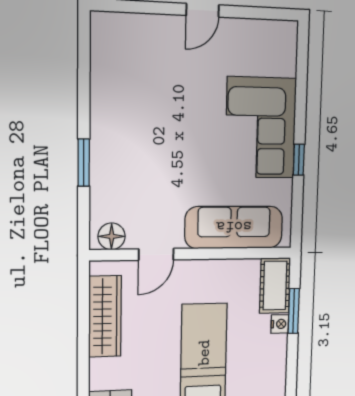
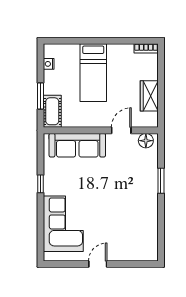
corner sofa: (261, 128) -> (63, 224), moved
wardrobe: (105, 316) -> (149, 96), width x0.67
nightstand: (280, 324) -> (49, 64), moved

